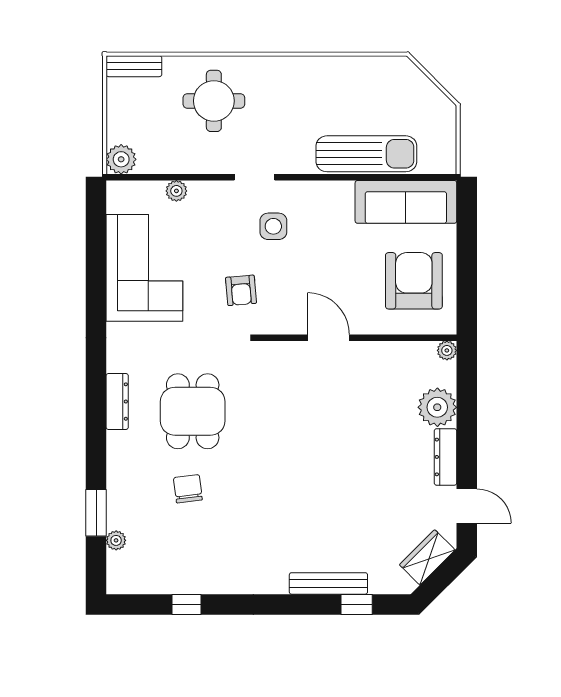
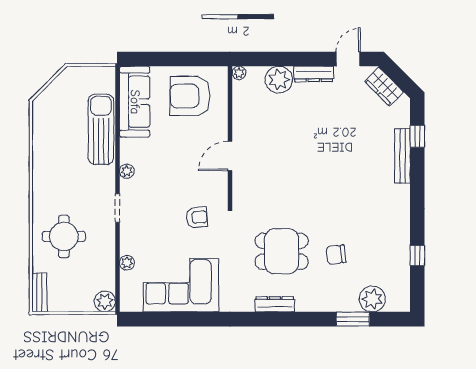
plant: (307, 191) -> (127, 171), added
side table: (273, 226) -> (152, 195), removed
plant: (116, 540) -> (372, 299), width x1.88, depth x1.88

